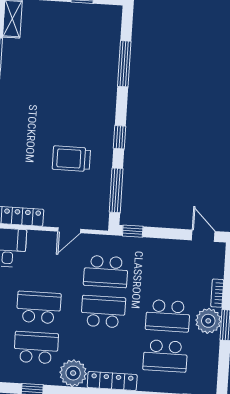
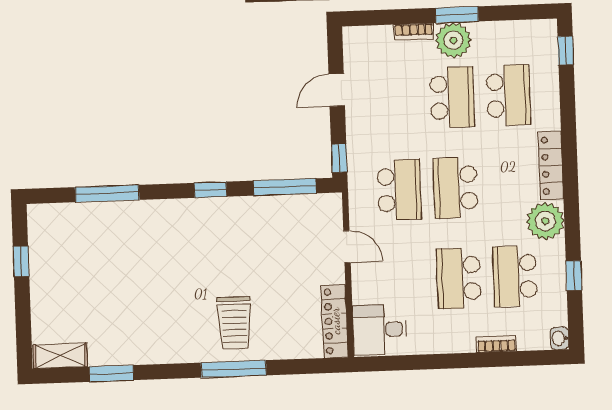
trolley: (71, 159) -> (234, 323), moved
door: (203, 236) -> (337, 90), moved

